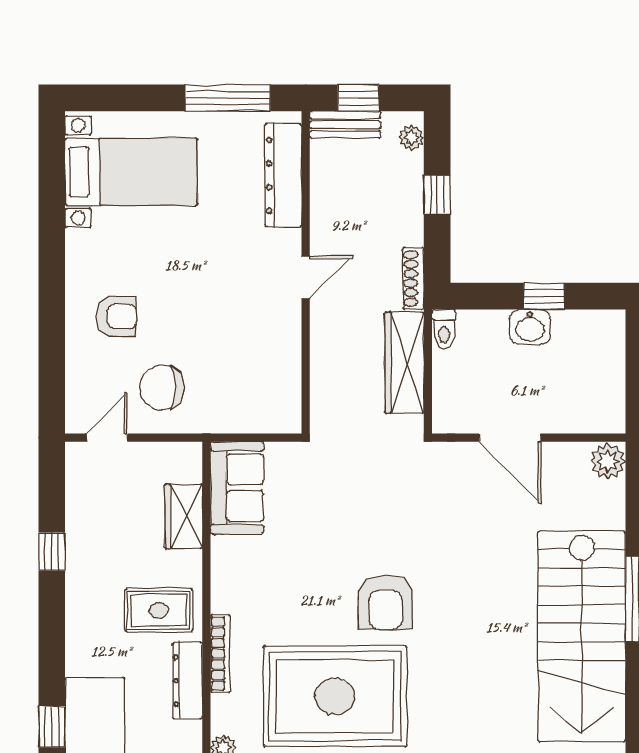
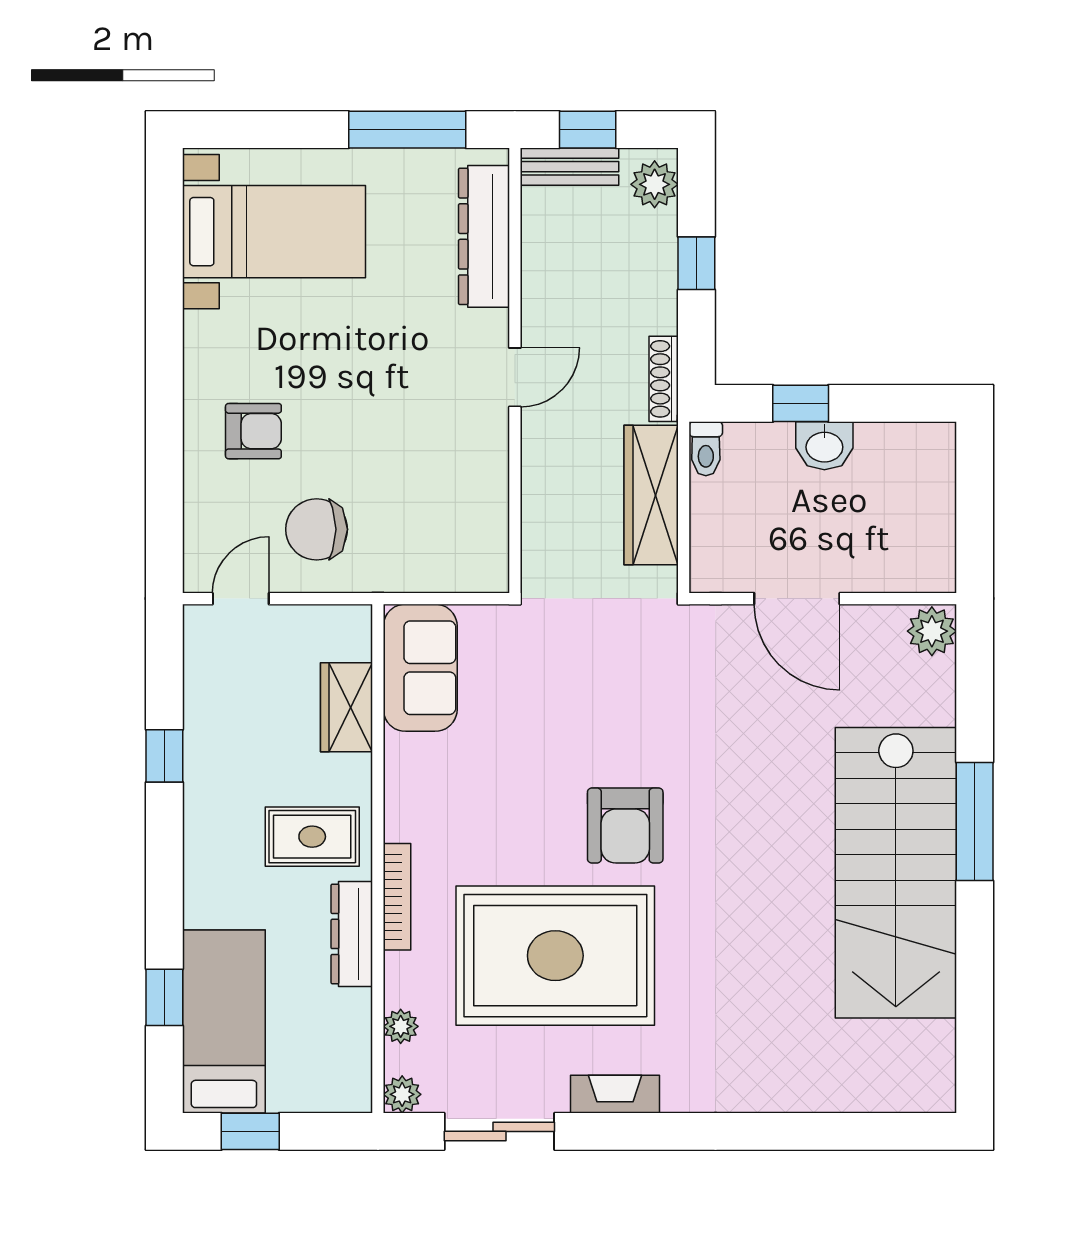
plant: (412, 138) -> (655, 184), width x1.38, depth x1.38
window: (544, 296) -> (801, 403), moved

